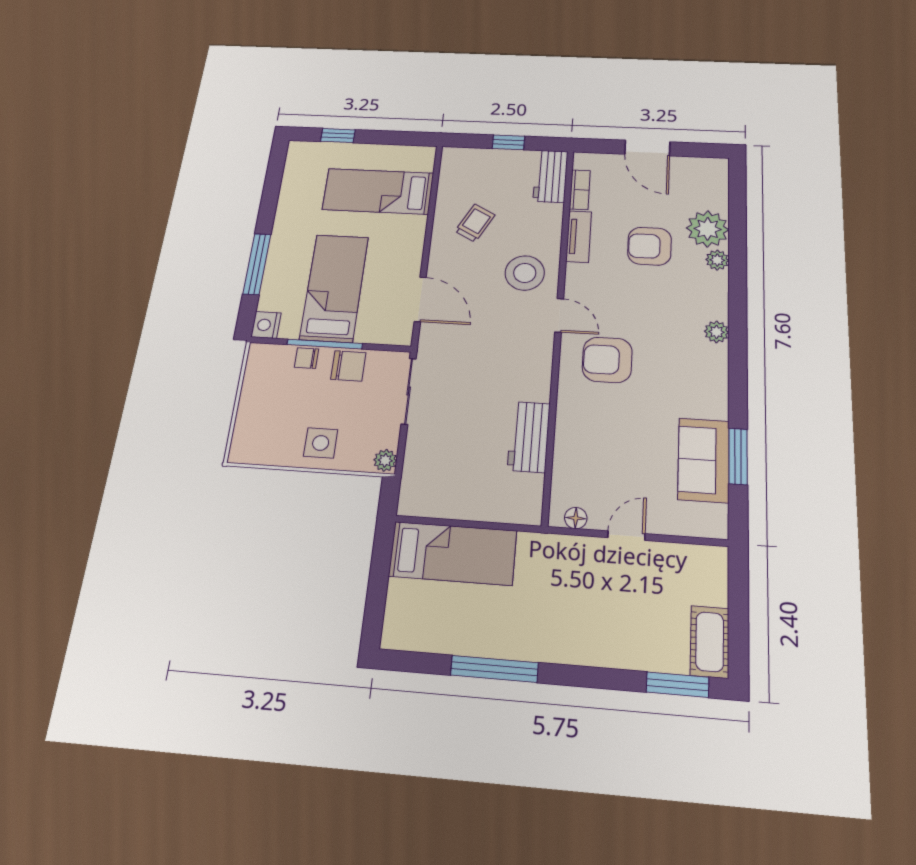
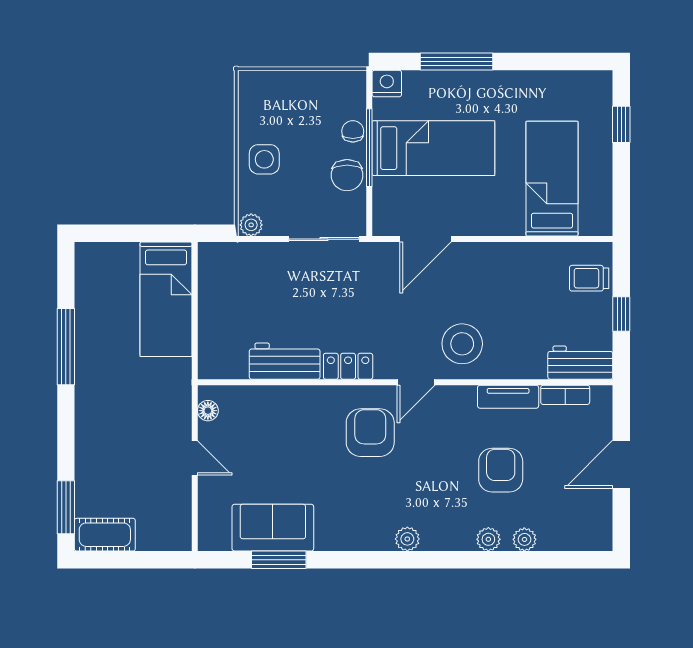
trolley: (475, 223) -> (589, 278), moved, turned 152
plant: (708, 229) -> (524, 539), width x0.53, depth x0.53
locker: (539, 376) -> (348, 366), added

